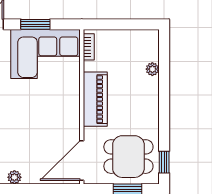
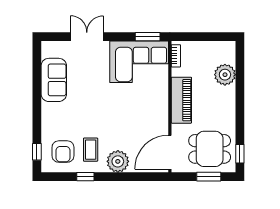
window: (35, 24) -> (148, 37), moved
plant: (152, 69) -> (225, 75), width x1.88, depth x1.88
plant: (14, 177) -> (118, 161), width x1.88, depth x1.88

